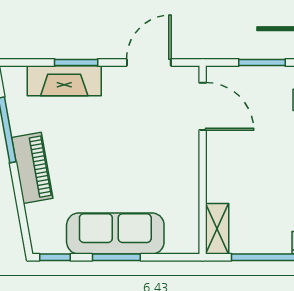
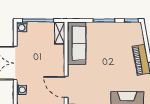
sofa: (115, 233) -> (77, 43), moved, turned -90

